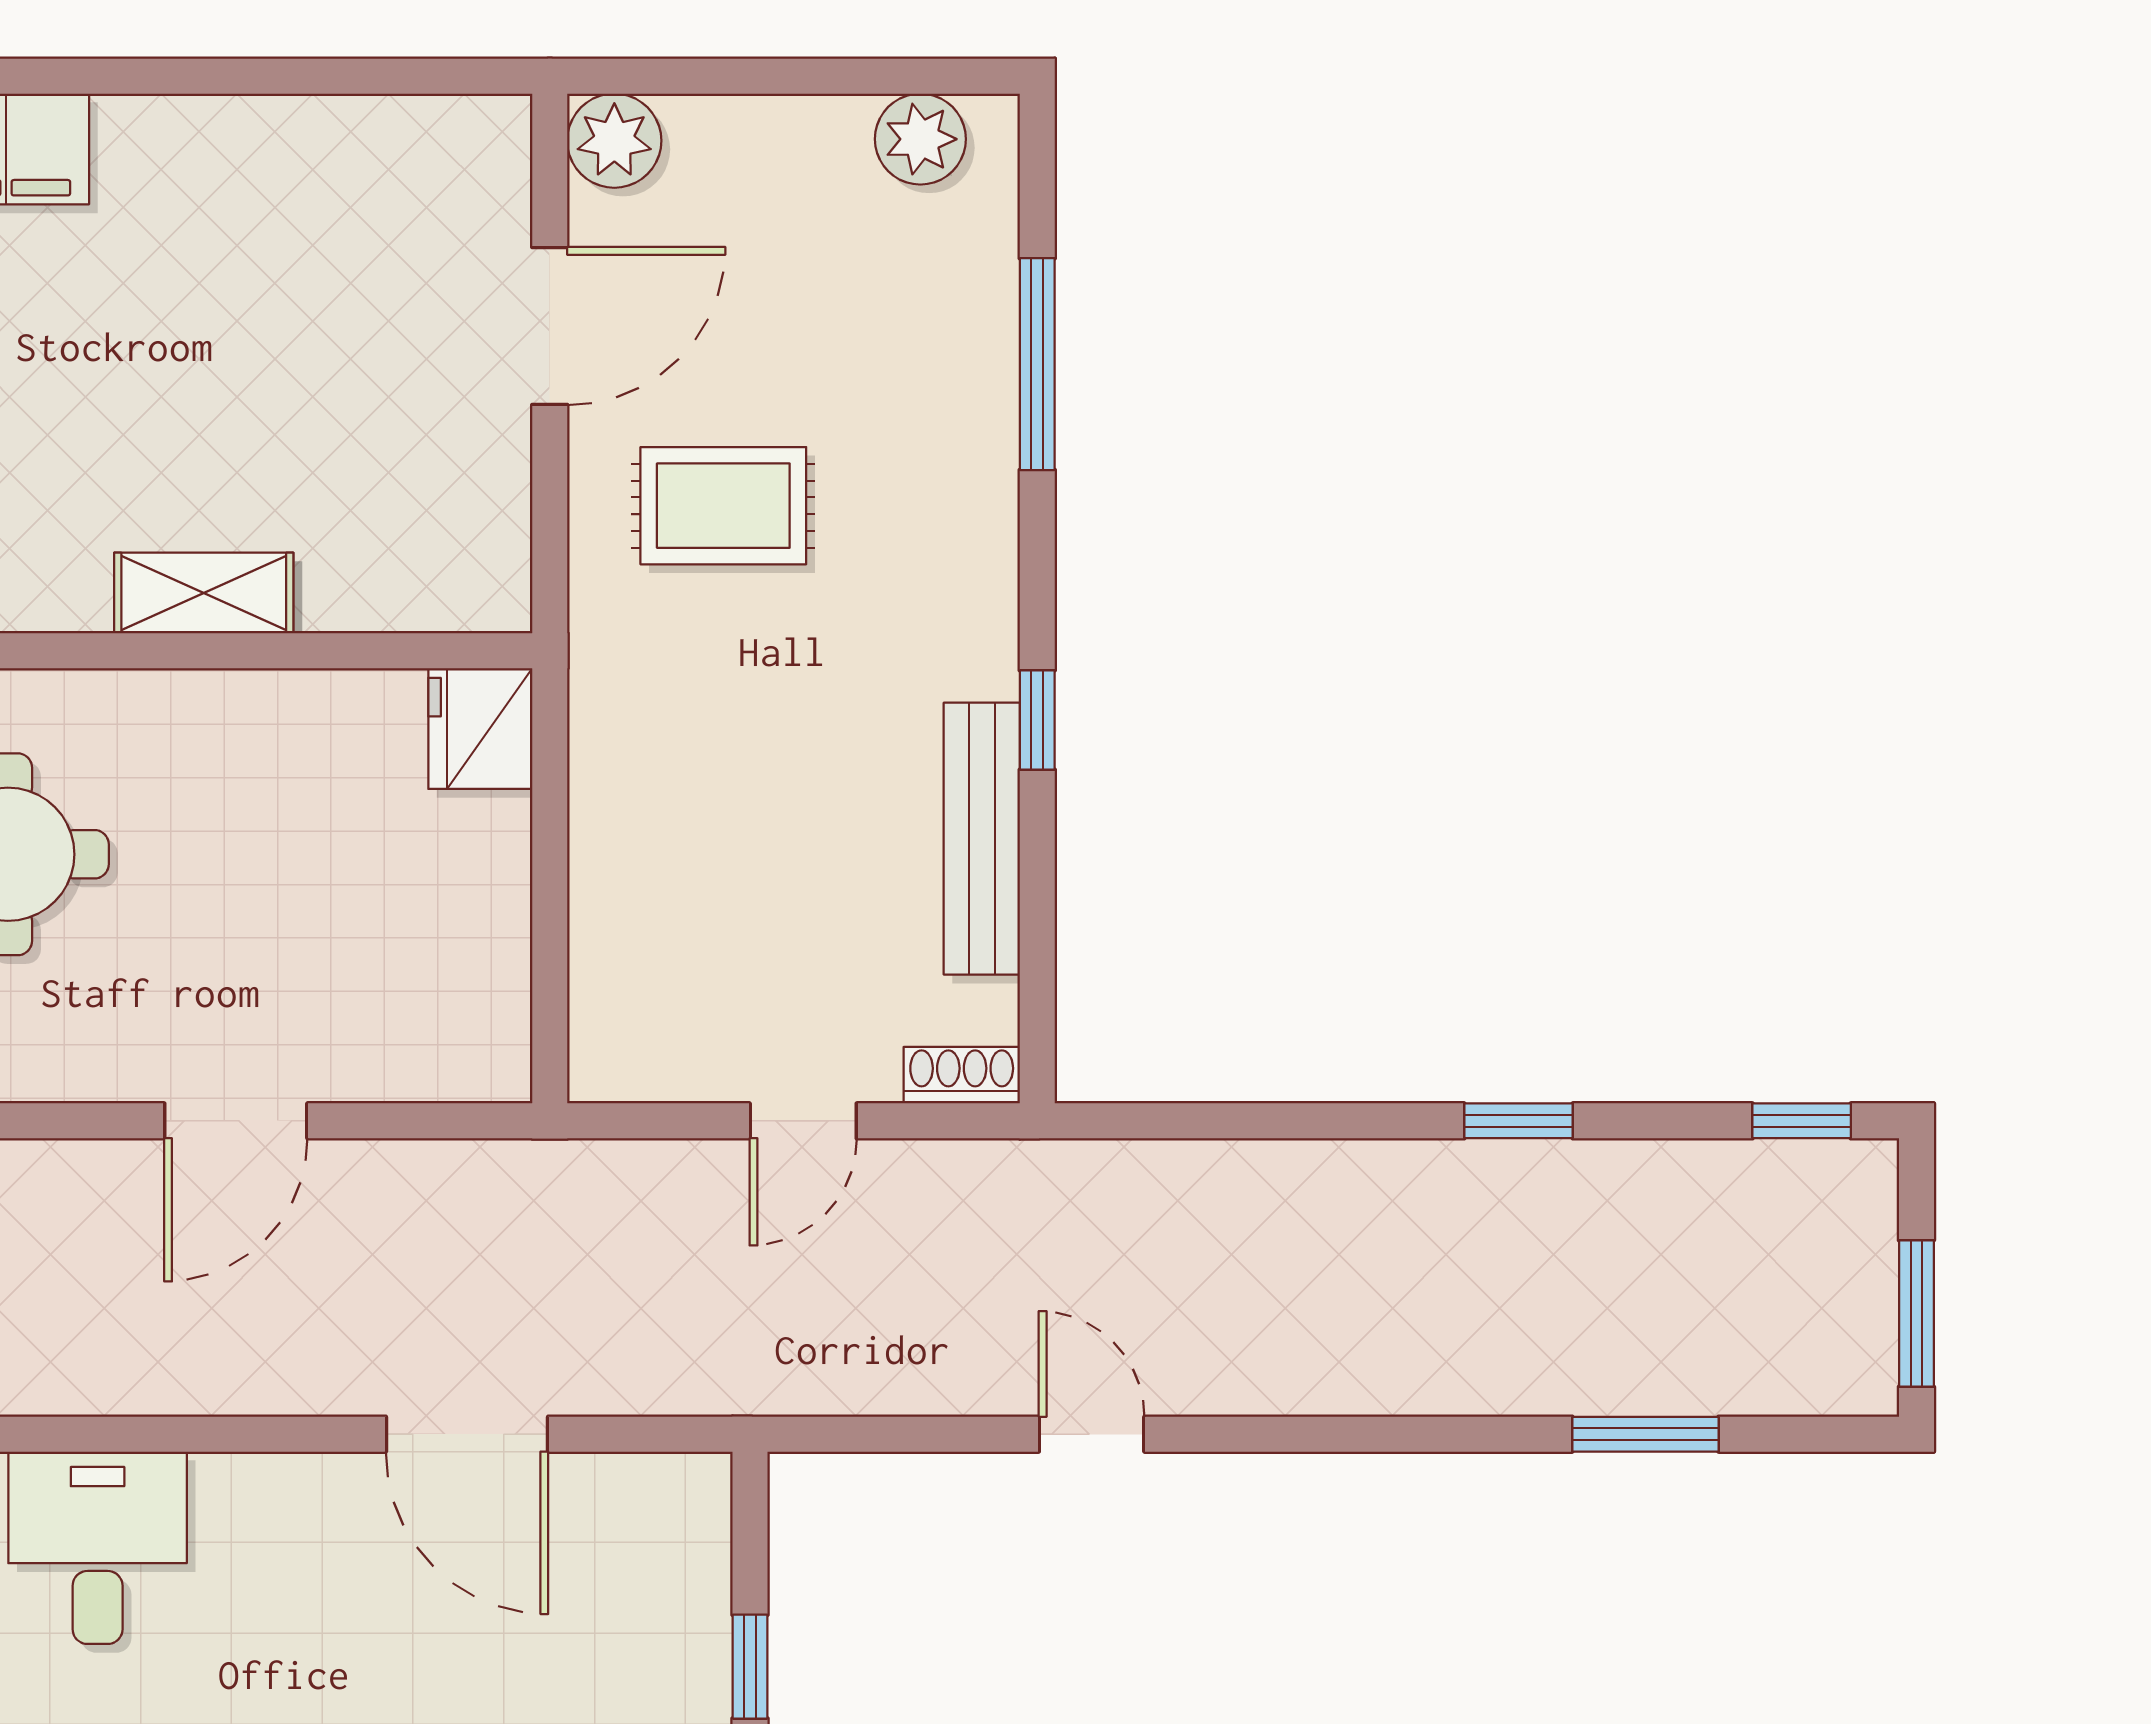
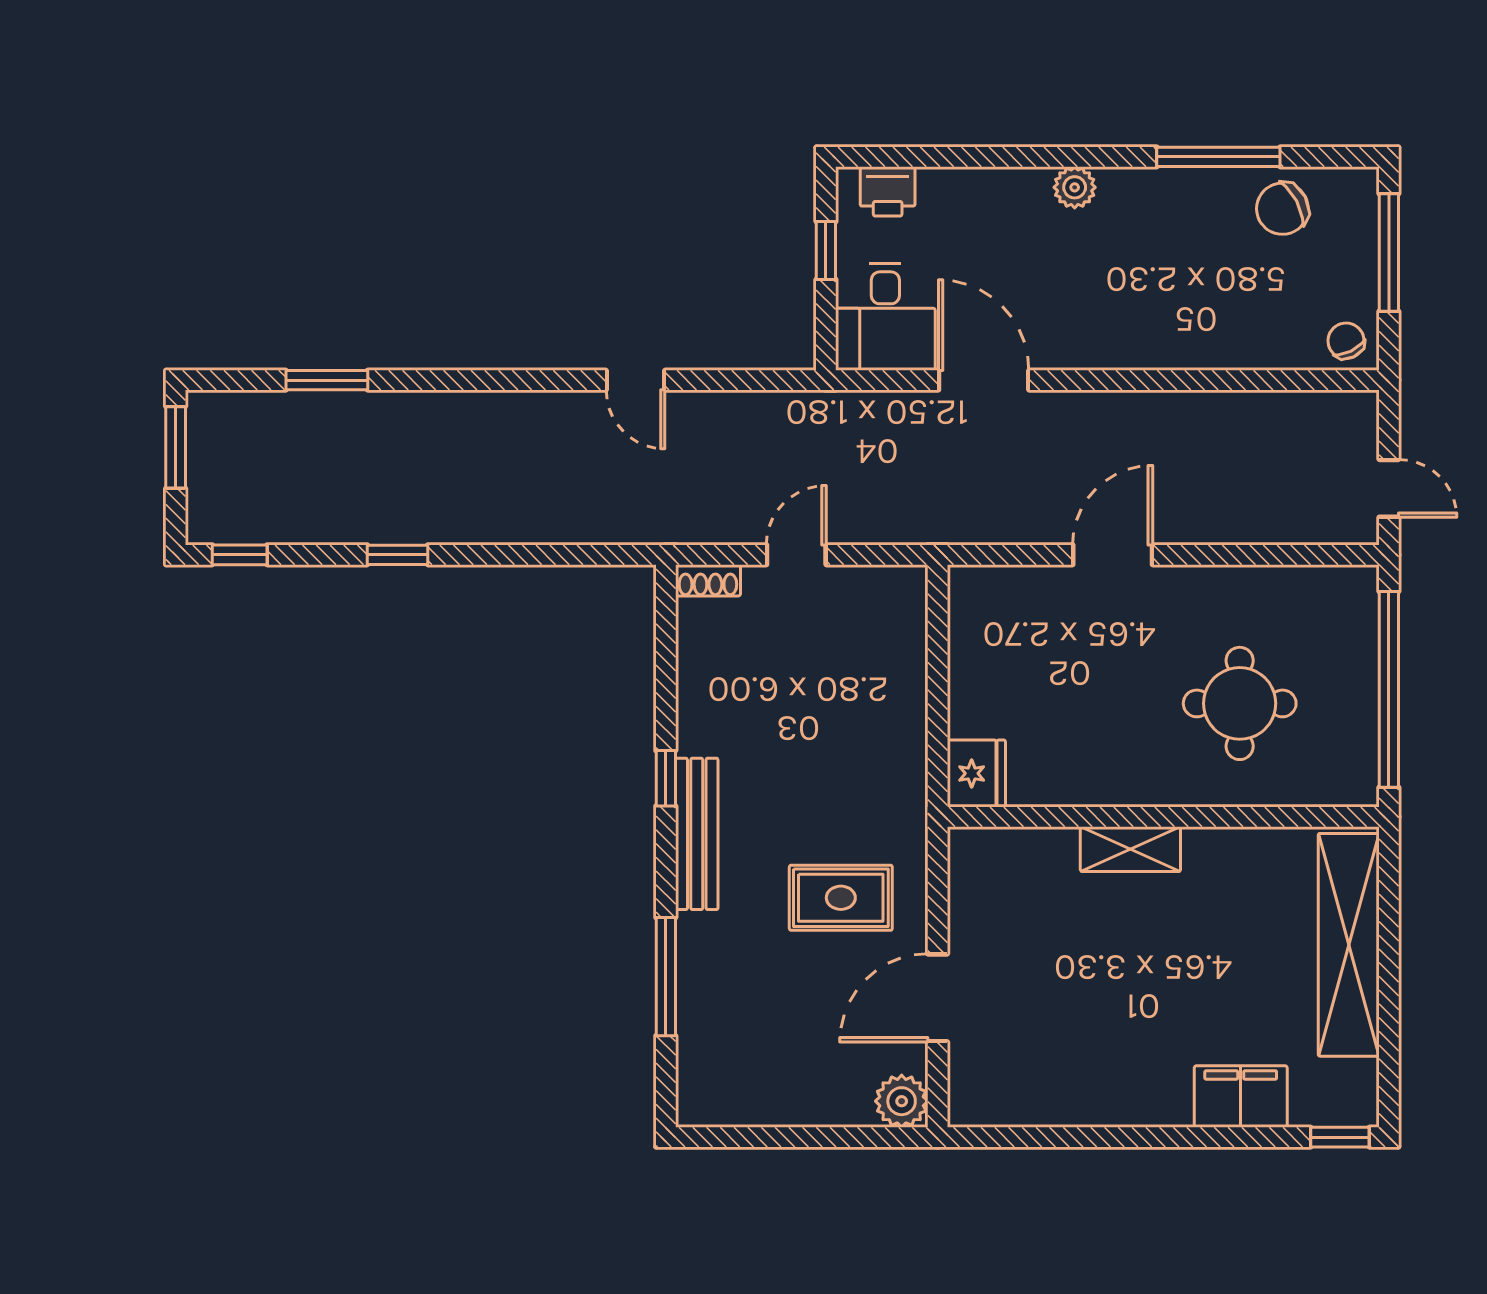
plant: (920, 139) -> (731, 1102), removed
bench: (982, 839) -> (697, 834), moved
desk: (98, 1548) -> (885, 317), moved

